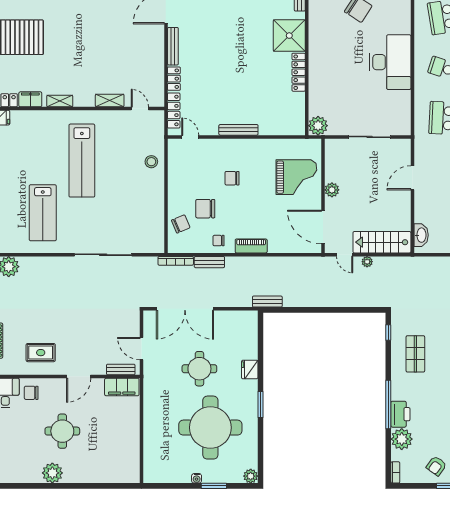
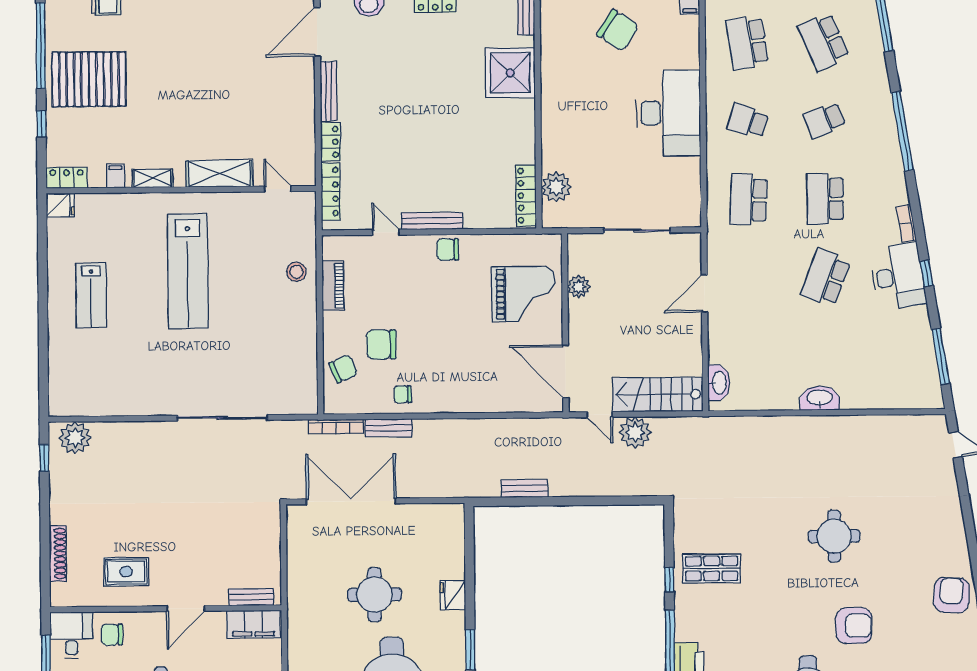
locker: (299, 72) -> (526, 196), moved
filing cabinet: (30, 99) -> (115, 176), width x0.50
shelving: (110, 100) -> (219, 174), width x1.50, depth x1.33
plant: (318, 126) -> (556, 187), moved
door: (190, 137) -> (386, 232), moved
chair: (232, 178) -> (448, 249), moved
plant: (332, 190) -> (579, 287), moved
lab bench: (43, 213) -> (91, 295), moved, width x0.73, depth x0.72
piano: (251, 246) -> (333, 286), moved, turned 90
plant: (367, 262) -> (635, 432), width x1.87, depth x1.87
bench: (267, 302) -> (525, 488), moved
double door: (185, 309) -> (351, 501), swing flipped
window: (388, 333) -> (669, 580), moved
door: (142, 349) -> (284, 564), removed
shop shelf: (415, 354) -> (712, 568), turned 90

